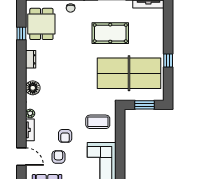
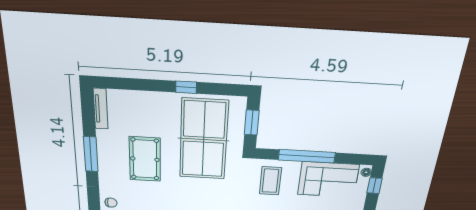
window: (120, 145) -> (307, 156), added

